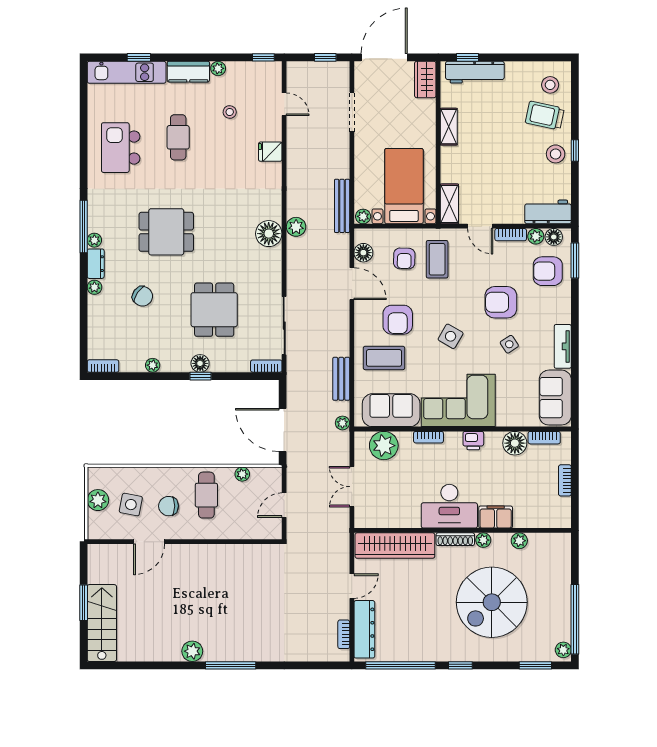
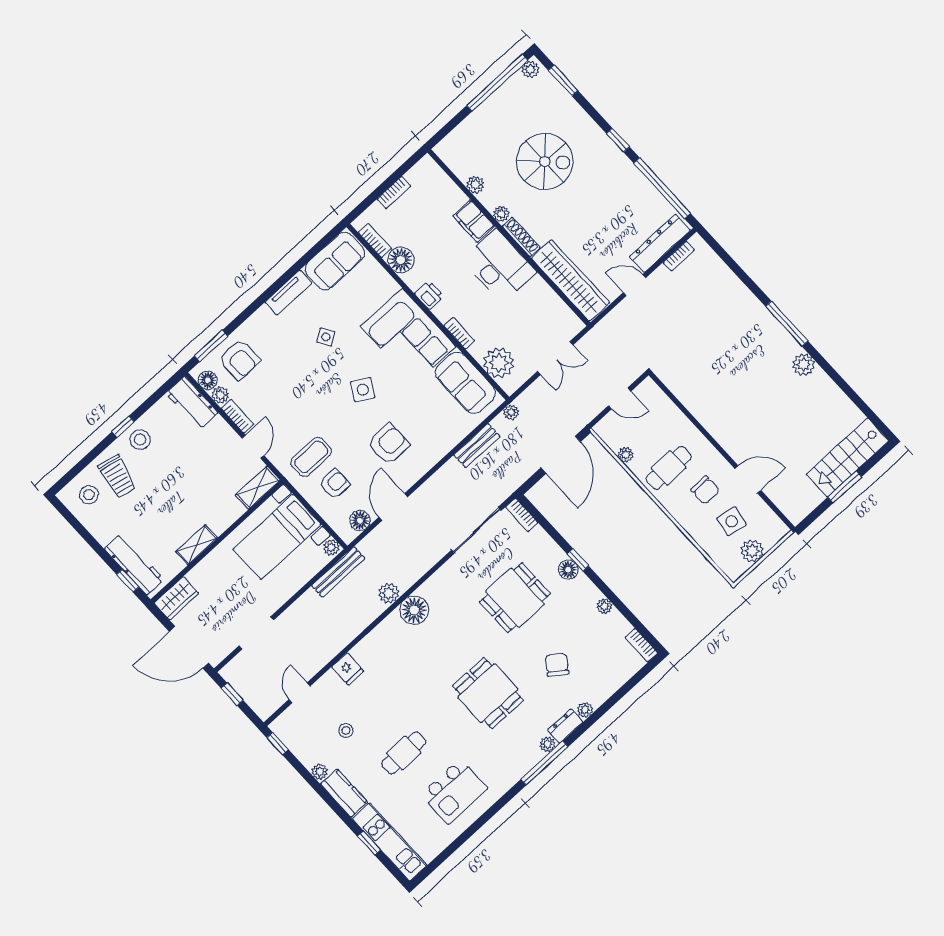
armchair: (501, 302) -> (299, 374), removed
coffee table: (384, 358) -> (429, 427), removed
spiral stairs: (492, 602) -> (545, 162), width x0.73, depth x0.73

